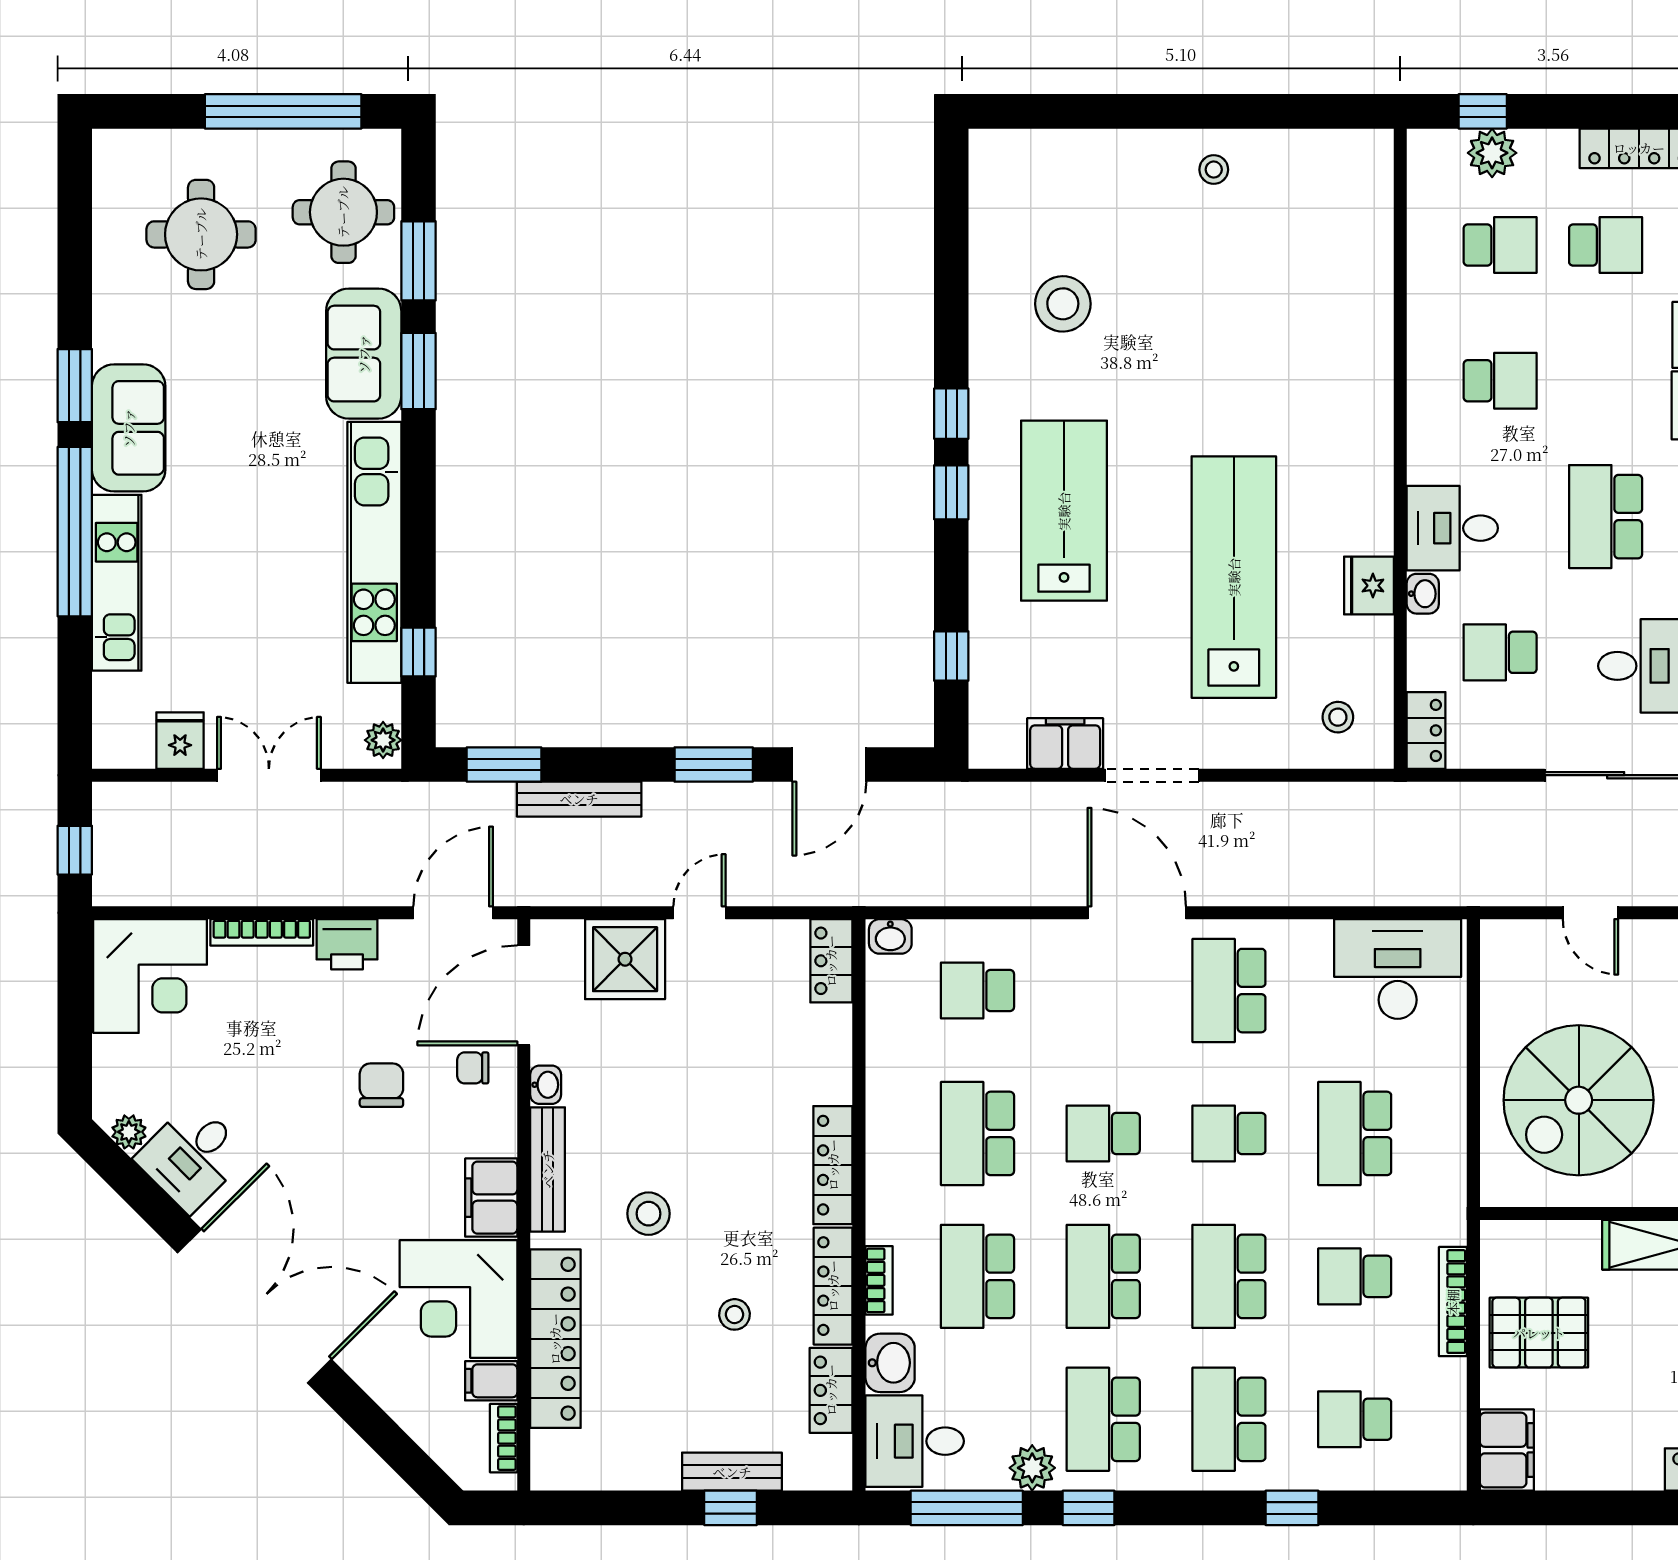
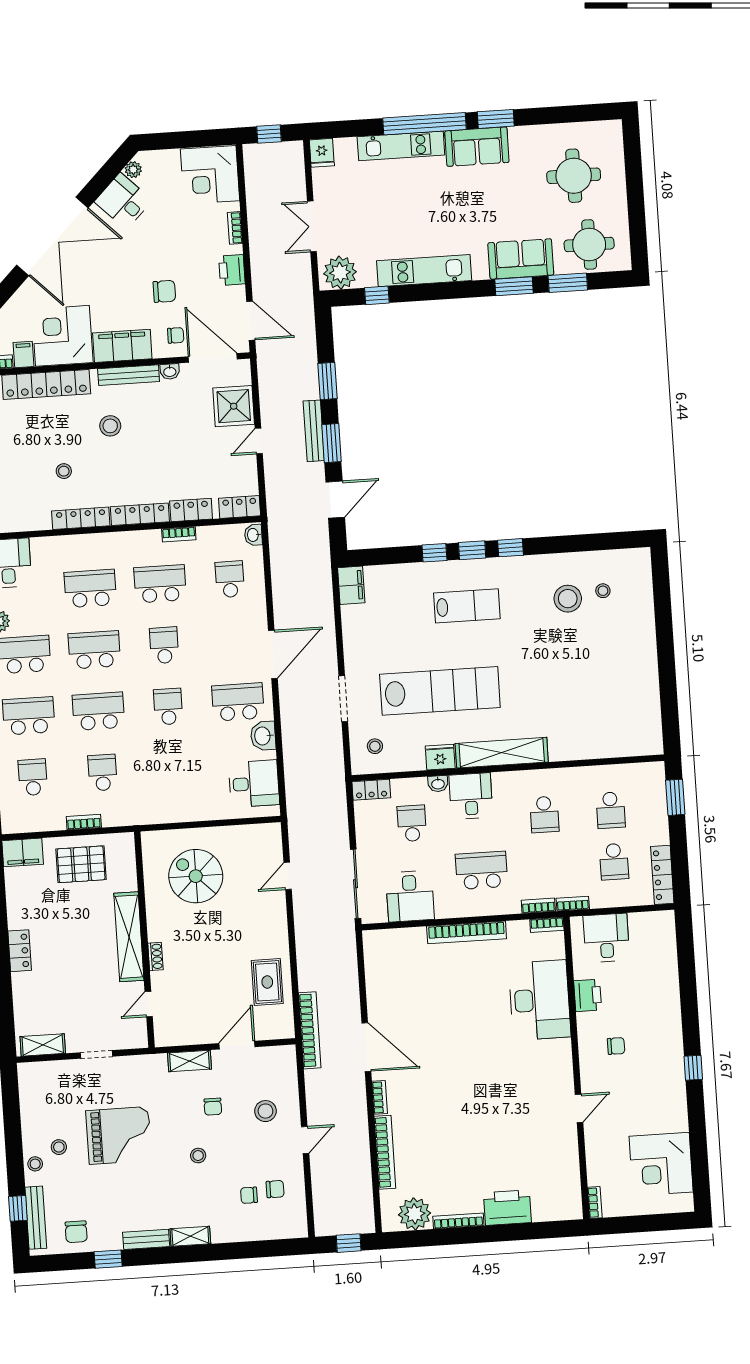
window: (283, 111) -> (636, 212), removed
window: (1483, 111) -> (675, 797), width x1.50
plant: (1492, 153) -> (655, 803), removed
stool: (1214, 170) -> (603, 591), moved
shelving: (1368, 459) -> (502, 753), added
lab bench: (1064, 511) -> (467, 606), width x0.73, depth x0.72
kitchen unit: (374, 552) -> (424, 271), width x0.73
window: (951, 656) -> (434, 553), moved
plant: (383, 740) -> (340, 273), width x1.88, depth x1.88
fridge: (180, 741) -> (322, 153), moved, turned 90
filing cabinet: (1065, 744) -> (351, 585), moved
window: (504, 764) -> (327, 381), moved
door: (829, 764) -> (335, 500), swing flipped
double door: (269, 775) -> (312, 226), swing flipped
doorway: (1152, 775) -> (343, 699), moved
bench: (579, 799) -> (314, 431), moved
door: (699, 913) -> (259, 441), swing flipped
bookcase: (262, 932) -> (235, 228), width x0.64
desk: (1398, 969) -> (254, 784), width x0.73
chair: (473, 1068) -> (176, 335), turned 90
spiral stairs: (1579, 1100) -> (196, 876), width x0.73, depth x0.73
school desk: (1355, 1133) -> (172, 768), removed
filing cabinet: (491, 1198) -> (122, 346), width x1.50, depth x1.17
bookcase: (879, 1280) -> (179, 534), moved
bookcase: (1453, 1302) -> (84, 822), width x0.64
pallet: (1539, 1333) -> (81, 864), turned 90
washbasin: (890, 1363) -> (263, 736), moved, turned 90
locker: (831, 1390) -> (191, 510), moved

